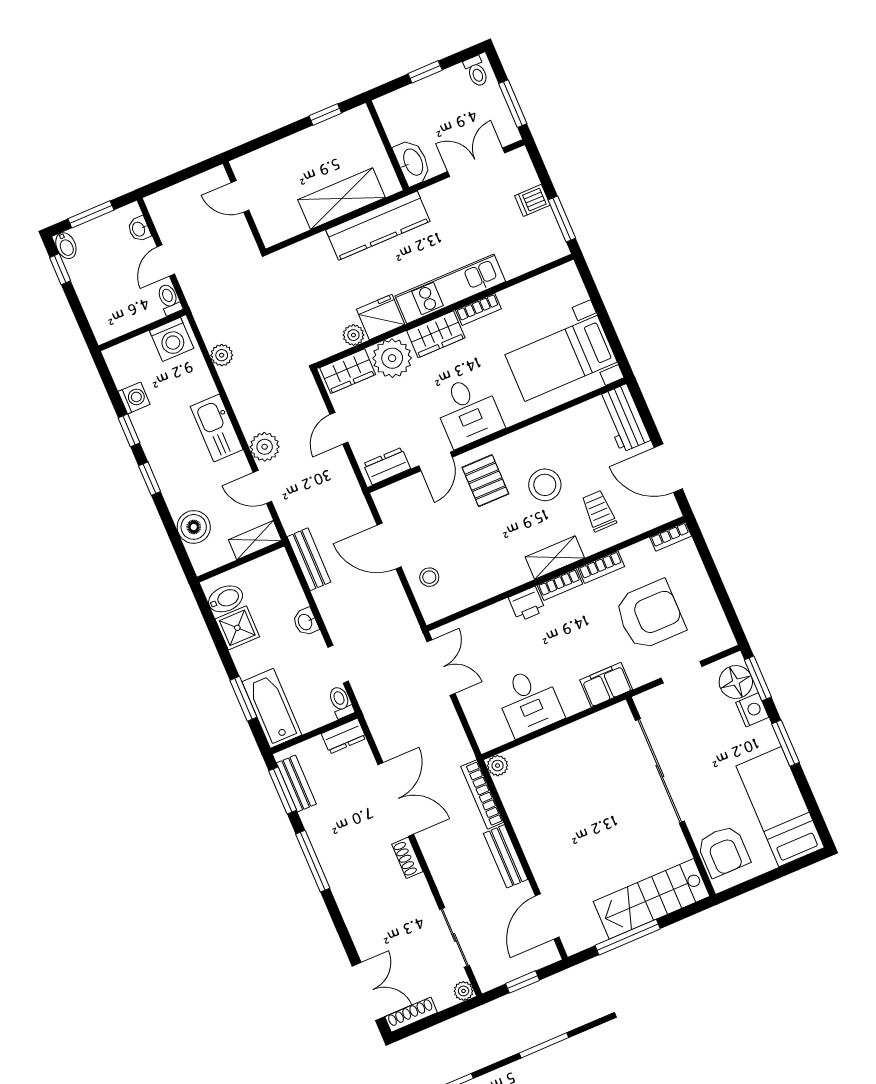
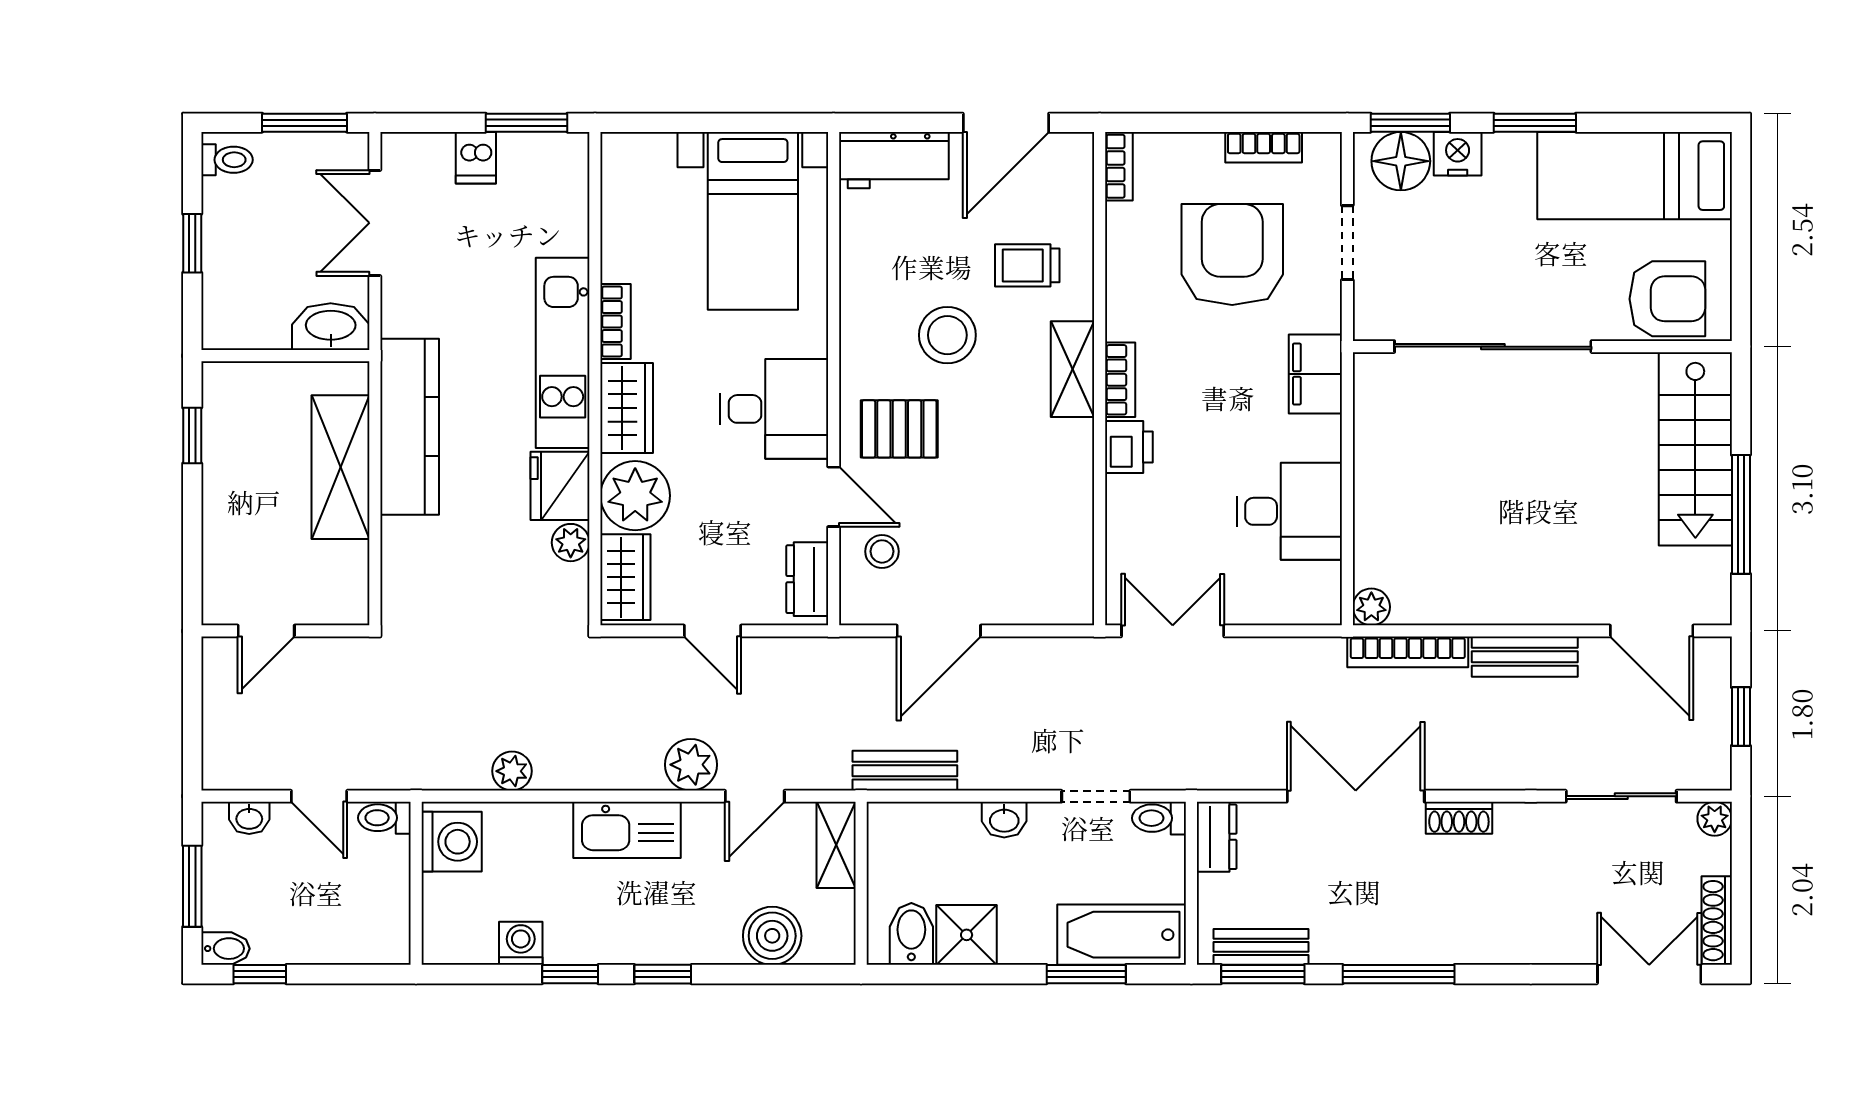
bookcase: (601, 567) -> (1264, 147), moved, turned 90
stool: (429, 577) -> (882, 551), moved

